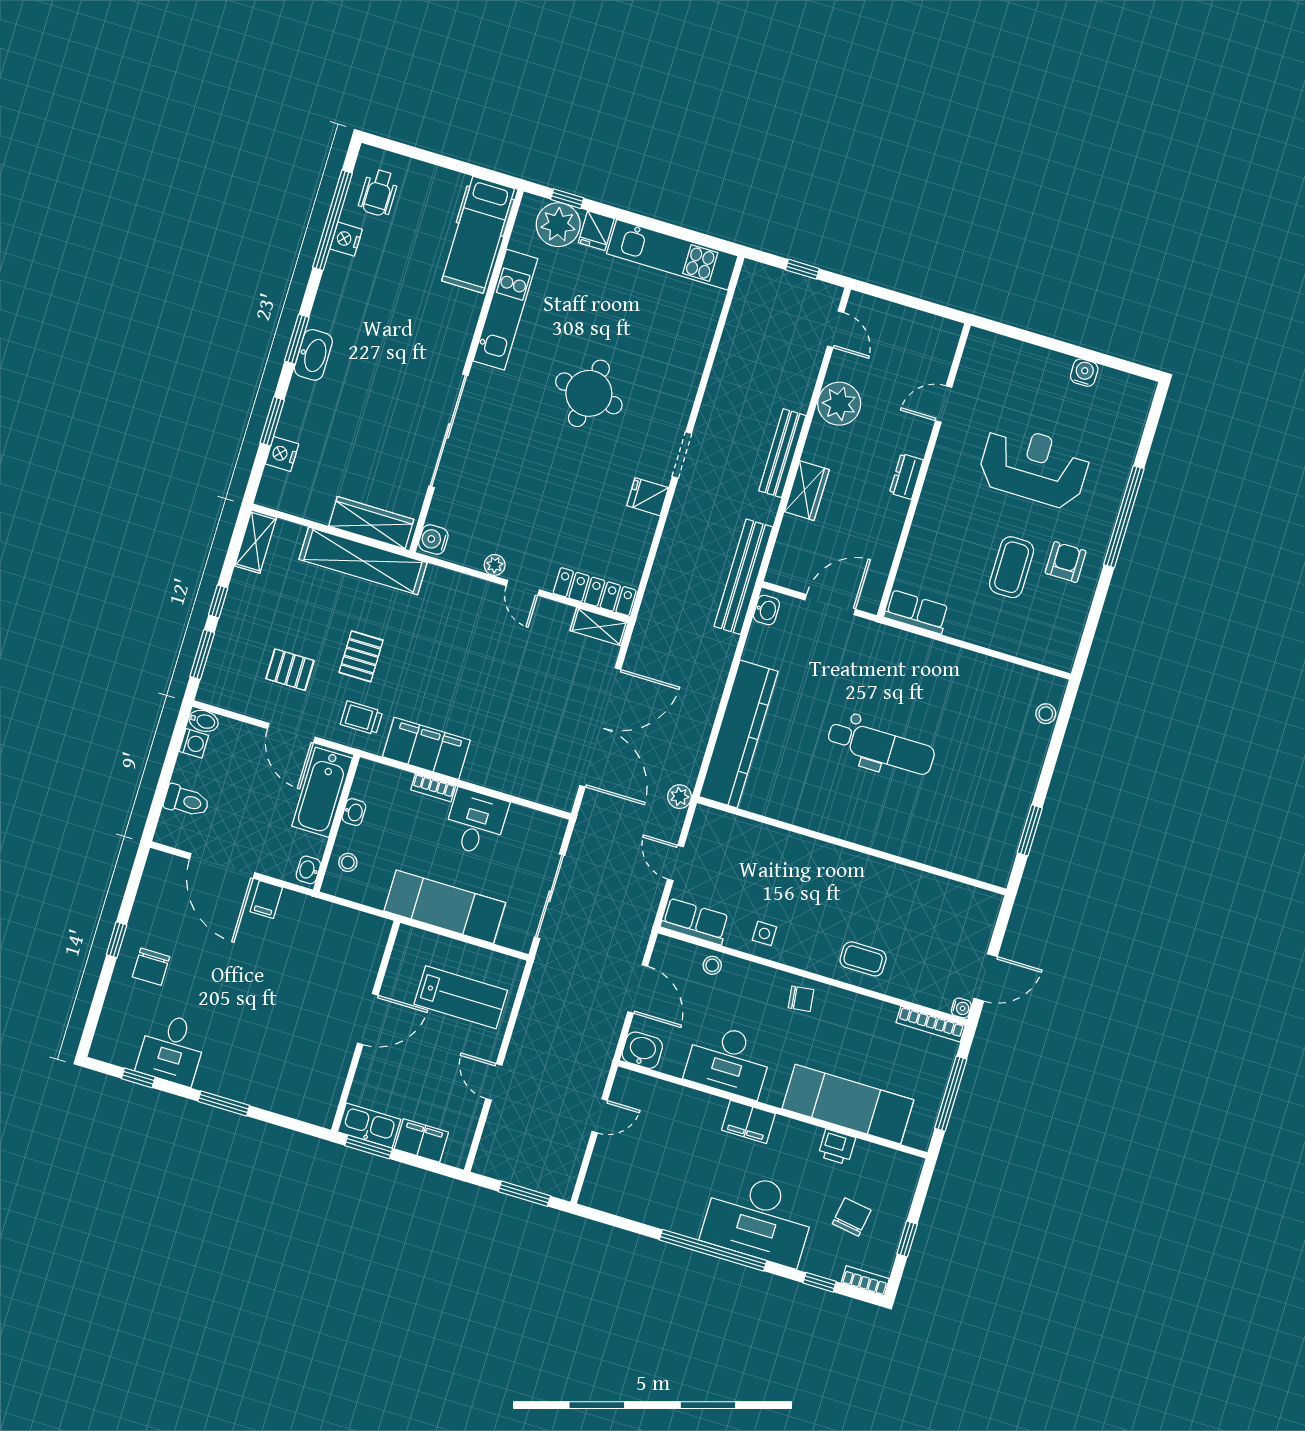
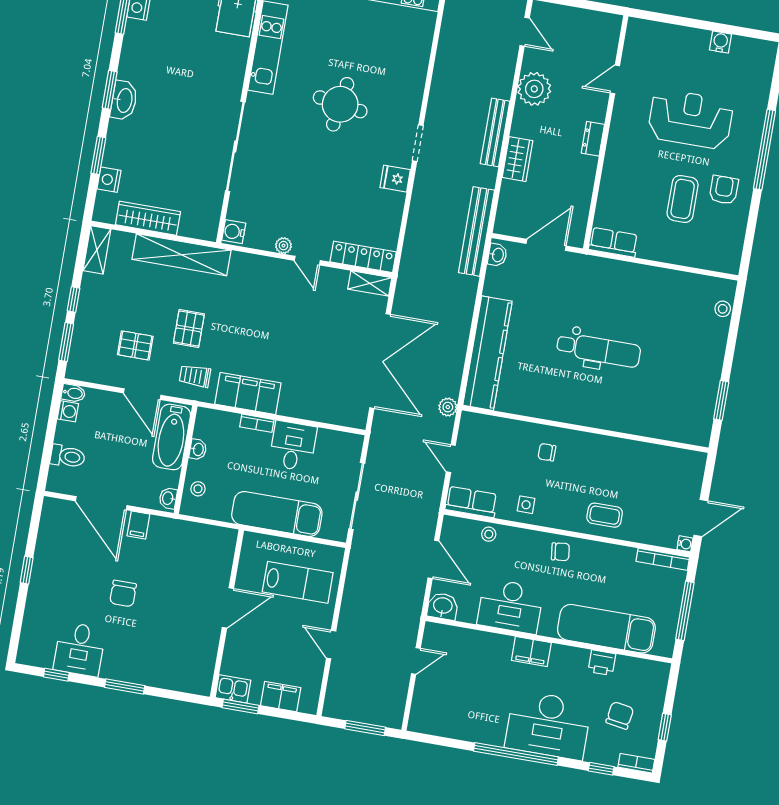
wardrobe: (371, 523) -> (148, 218), moved
chair: (799, 870) -> (547, 452), added
chair: (151, 967) -> (123, 593), moved
kitchen sink: (369, 1126) -> (233, 689), width x0.73

